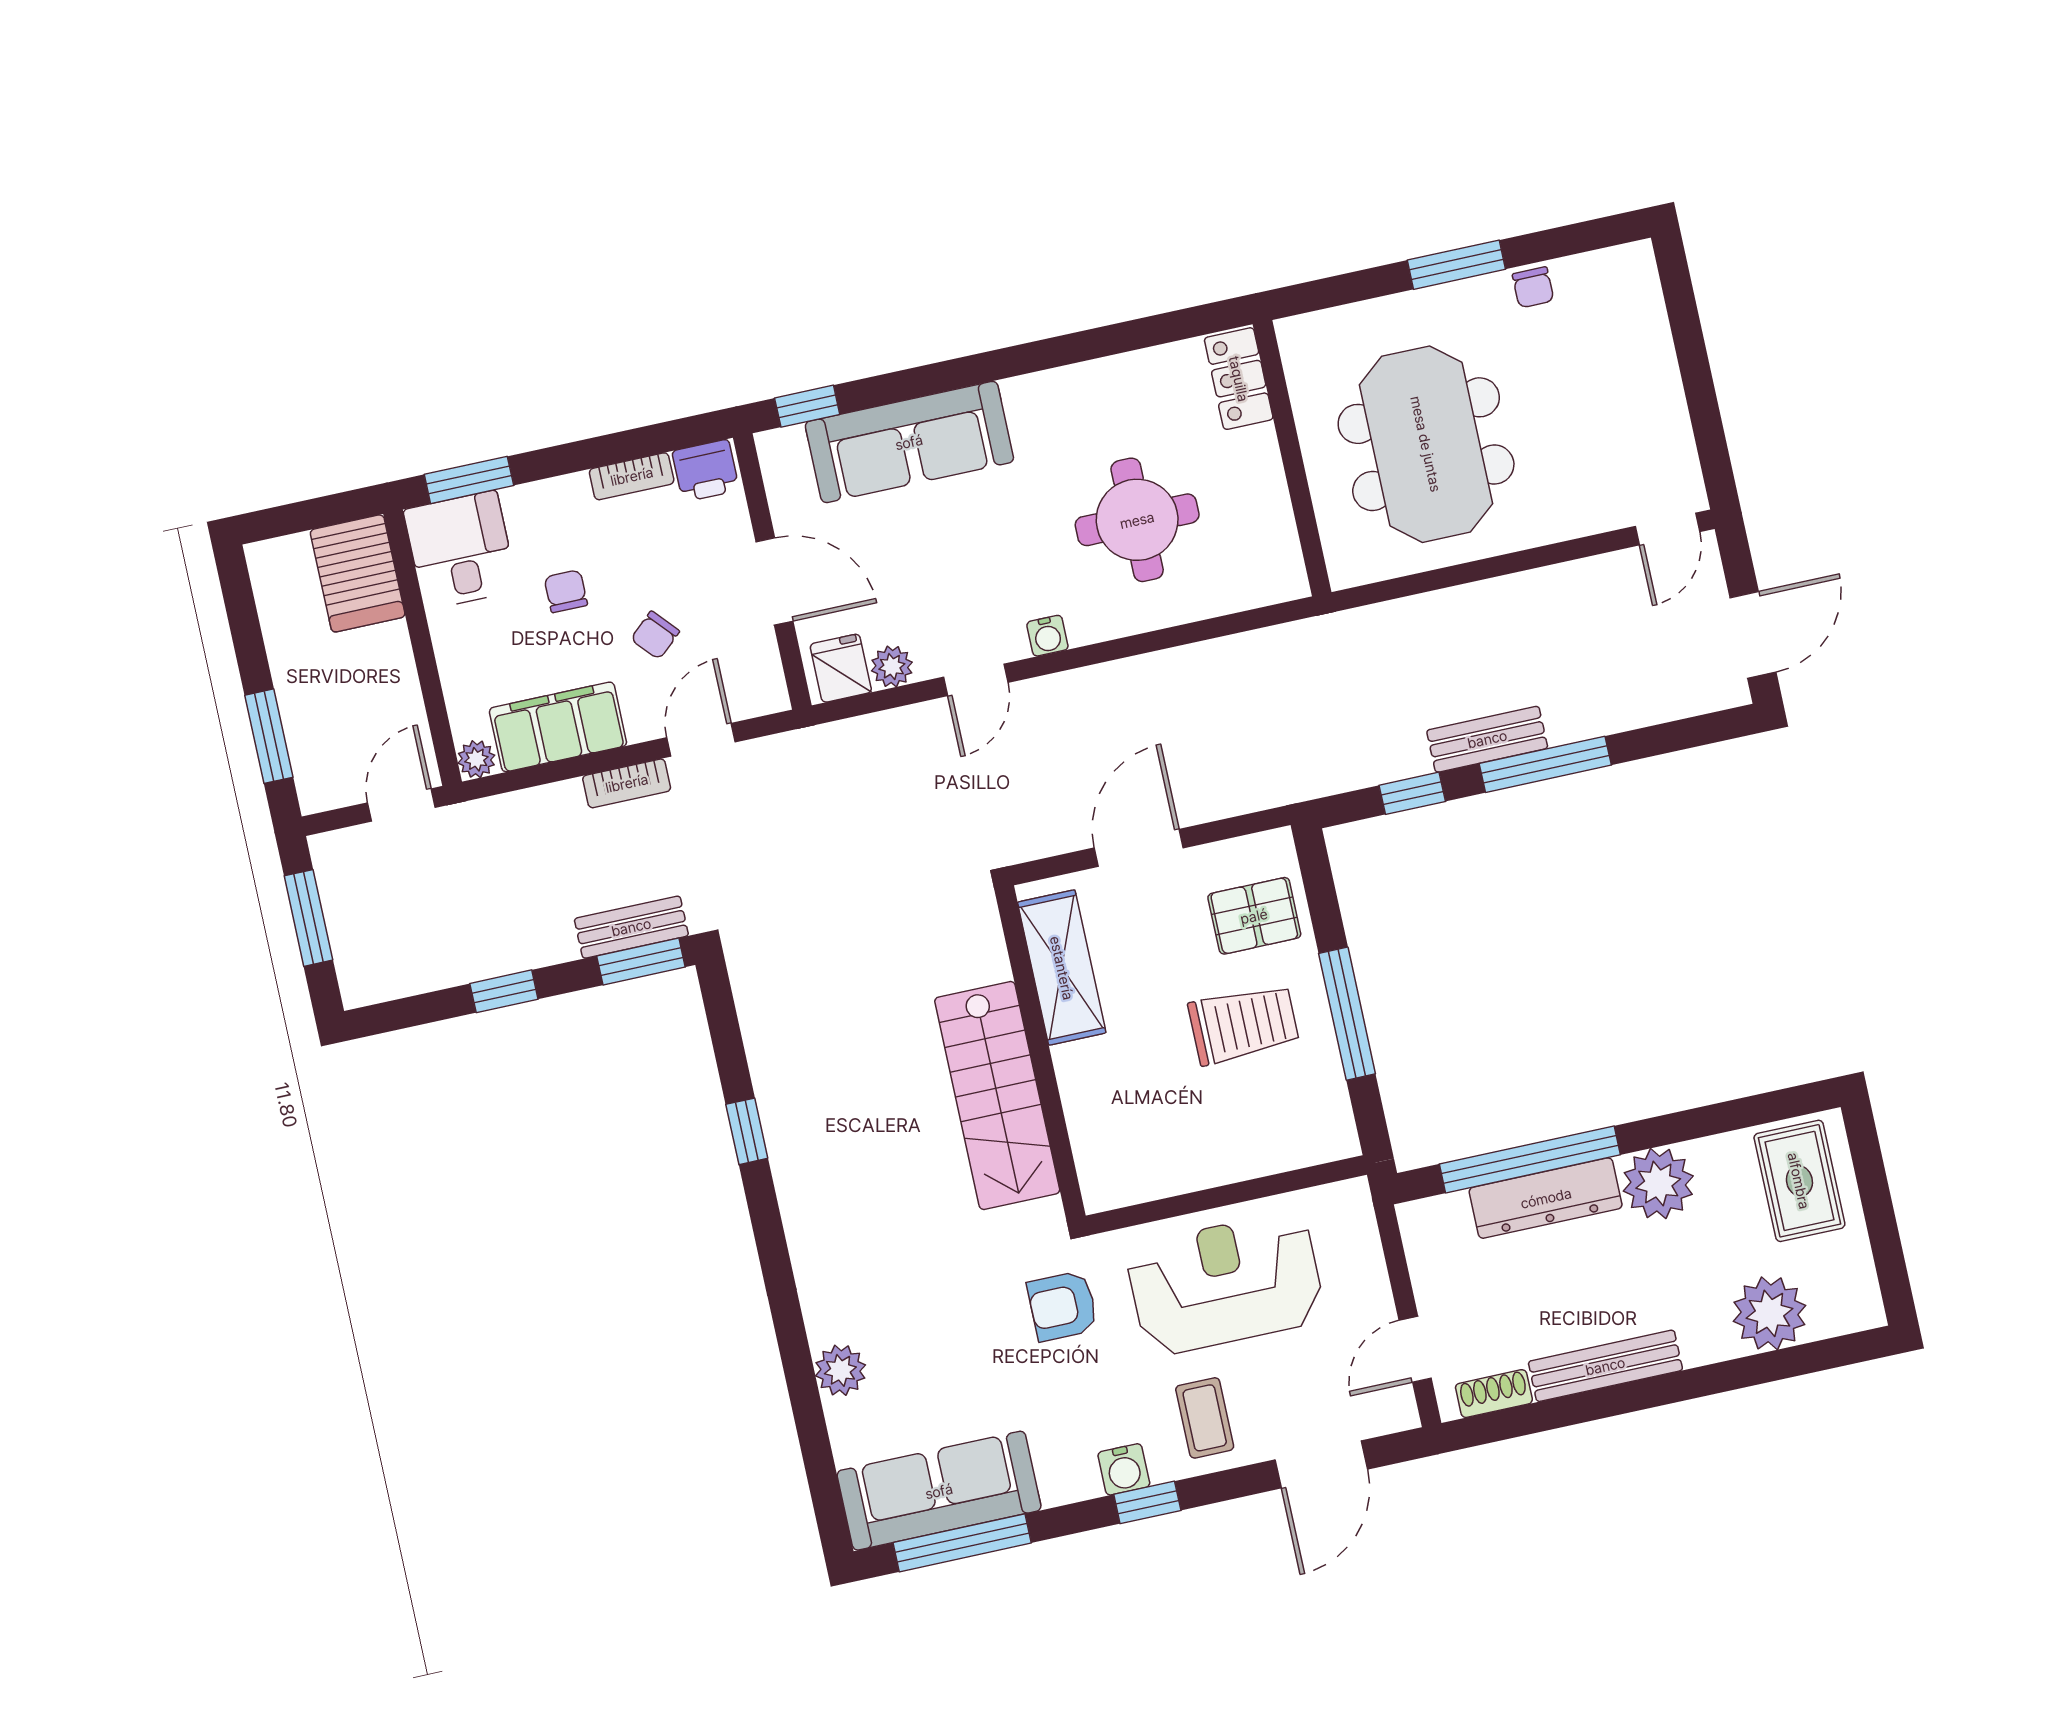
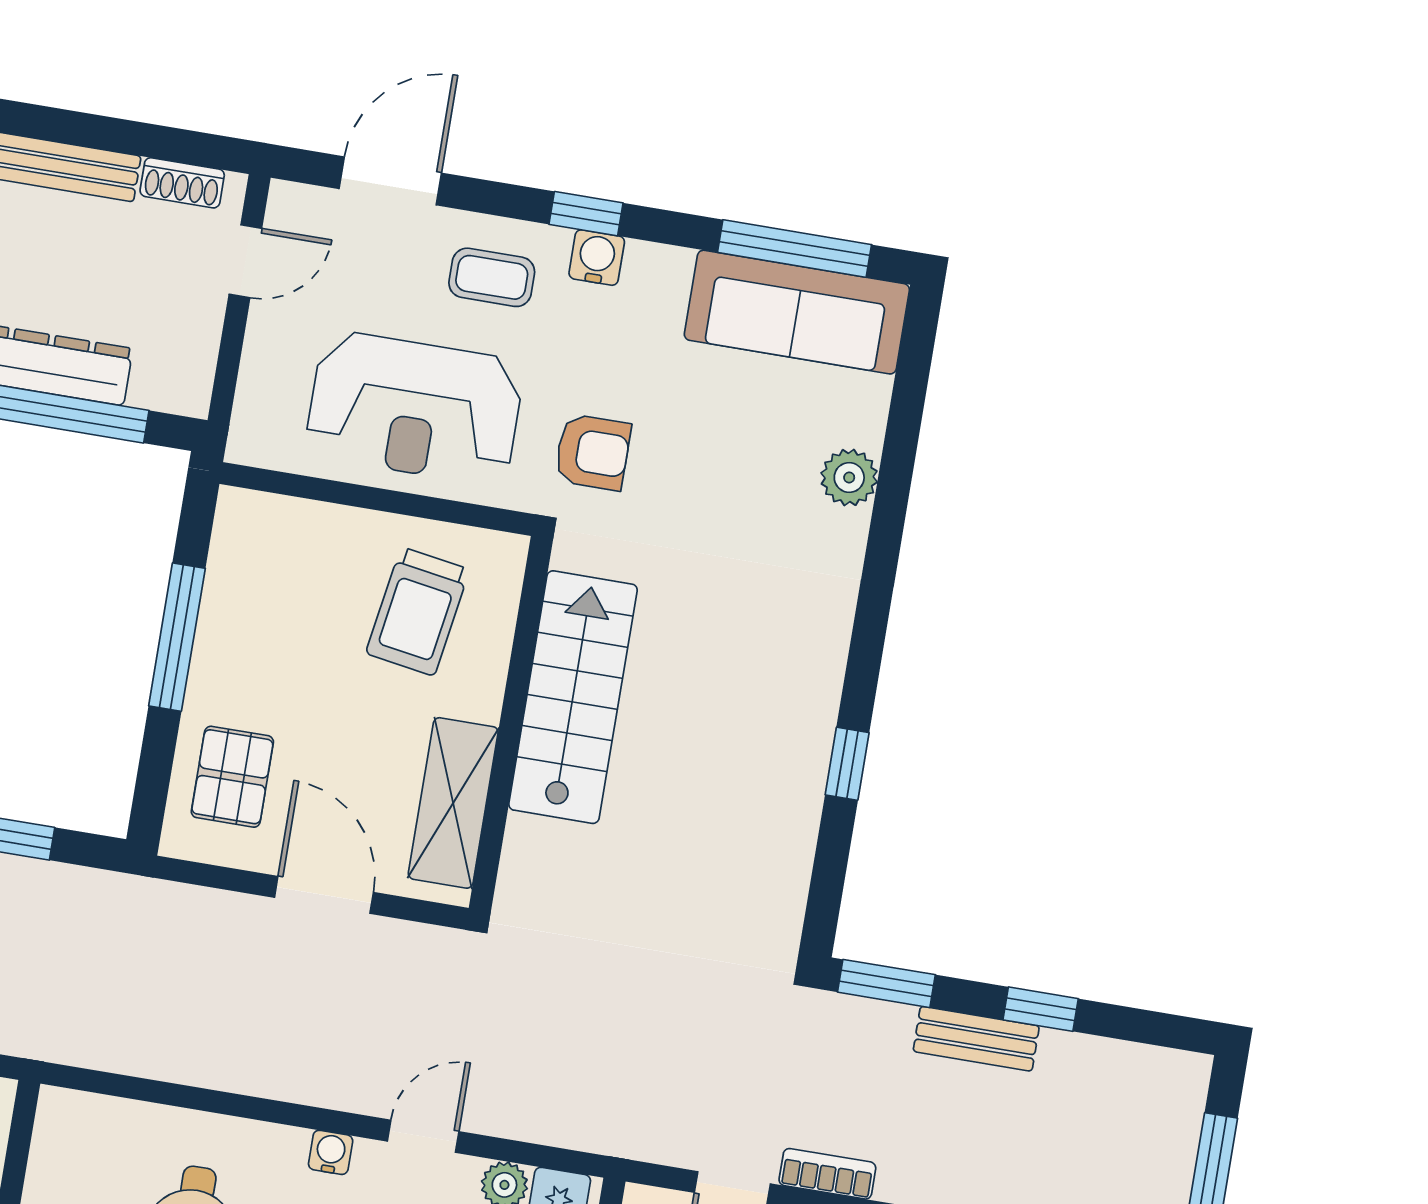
door: (1139, 848) -> (324, 895), swing flipped
pallet: (1254, 916) -> (232, 777), turned 90
bench: (631, 927) -> (976, 1039), moved
trolley: (1244, 1024) -> (418, 611), moved, turned -81
coffee table: (1205, 1418) -> (492, 277), turned 90

